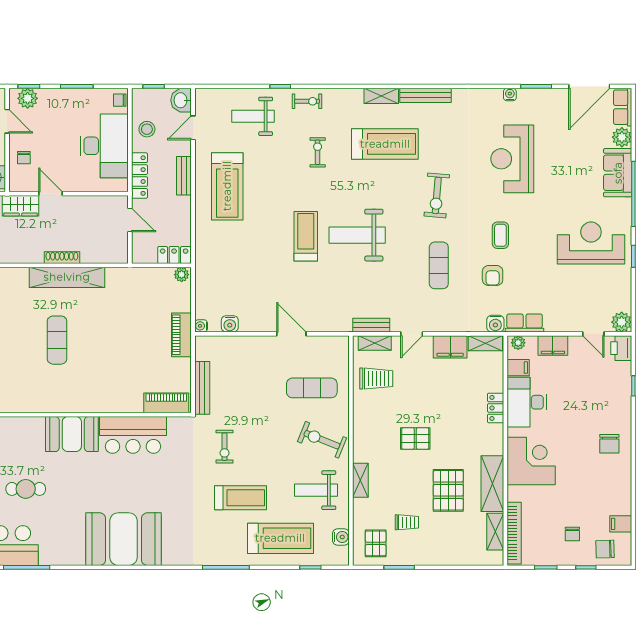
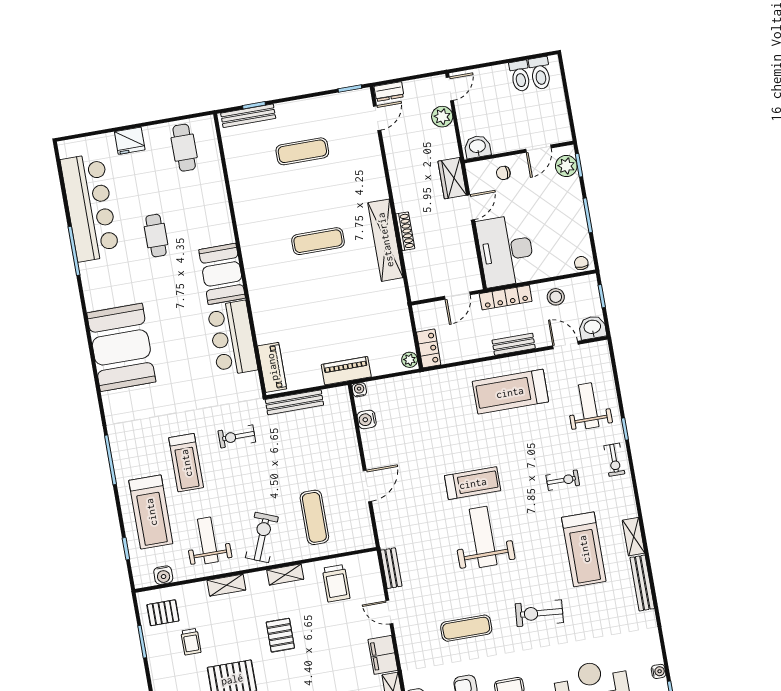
desk: (104, 146) -> (506, 251), moved, turned 90
shelving: (375, 343) -> (285, 575), moved, turned 90

